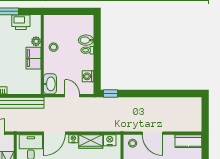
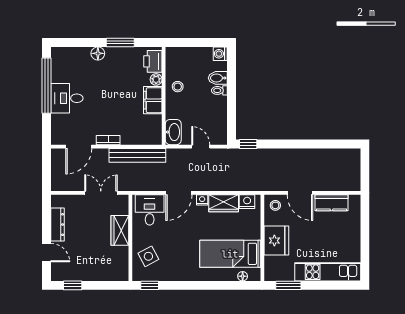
printer: (21, 22) -> (153, 61), moved, turned 90
washing machine: (88, 76) -> (220, 54), moved
kitchen counter: (188, 141) -> (332, 203), moved

